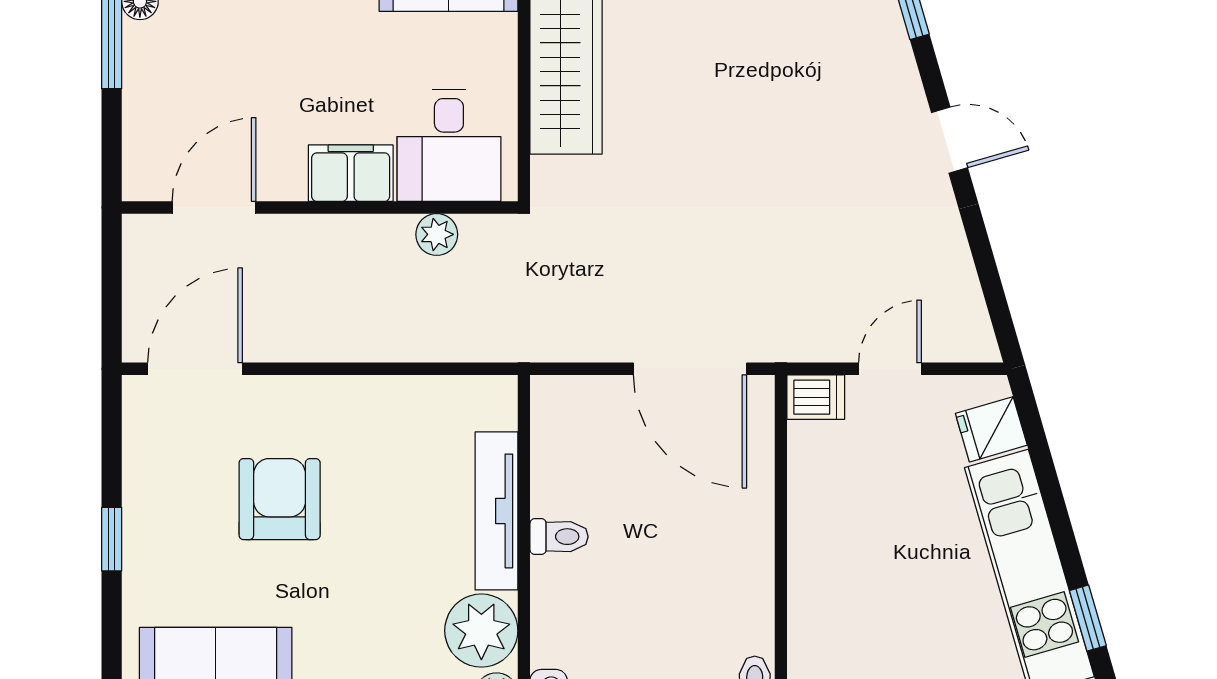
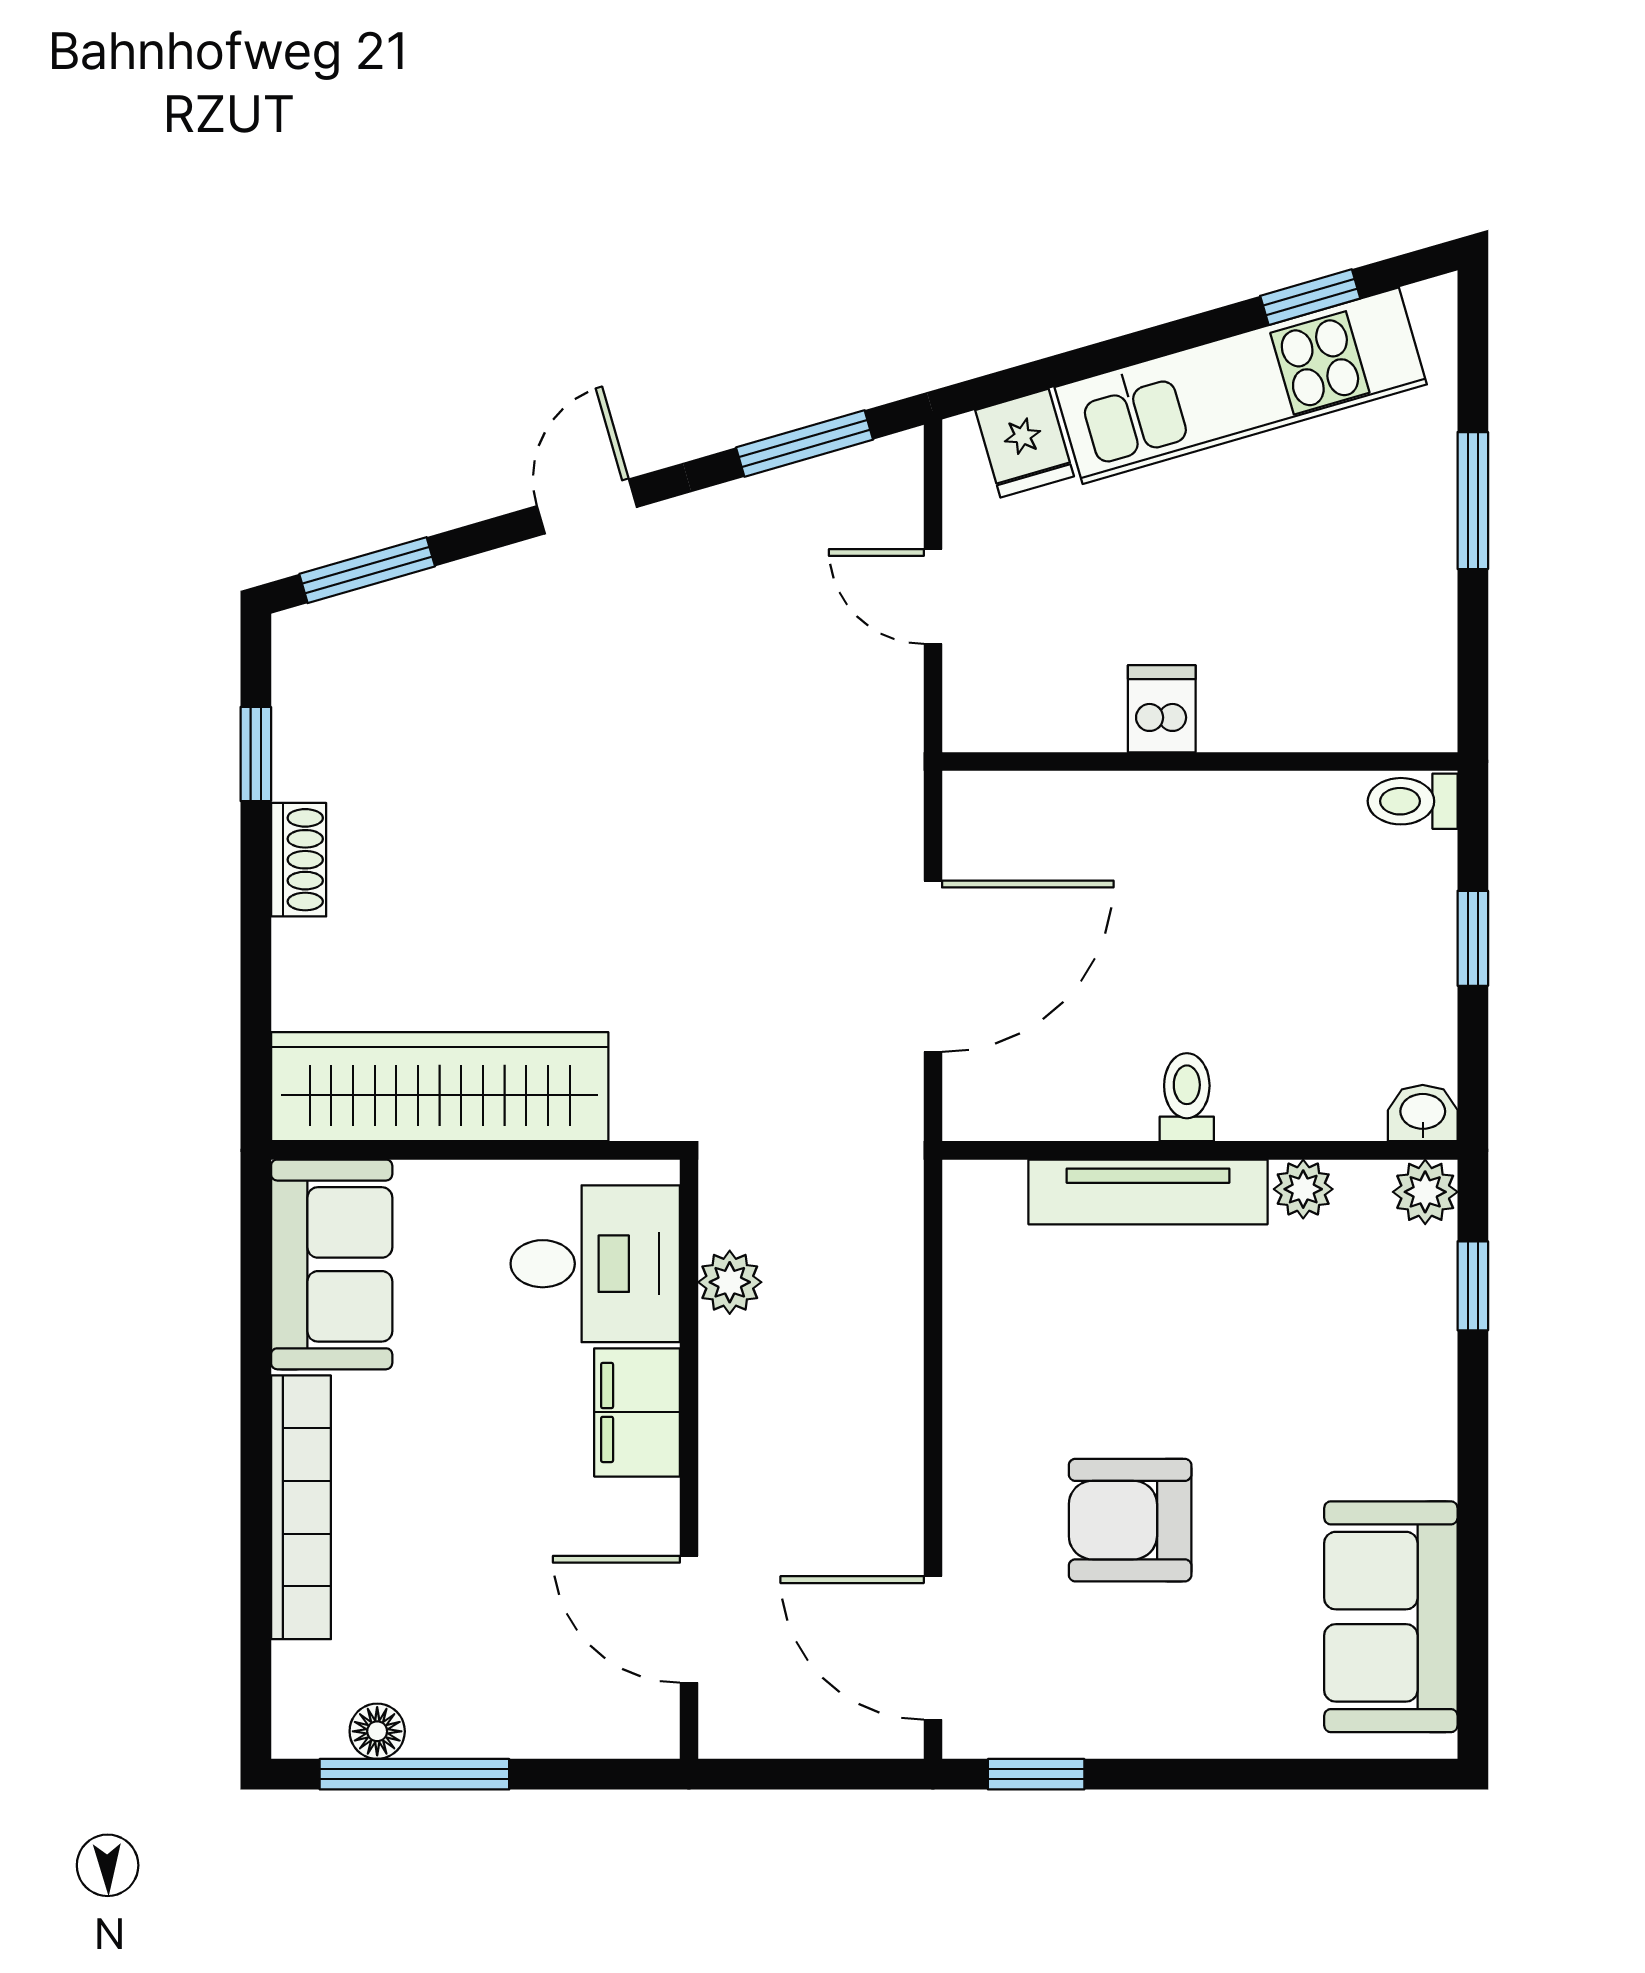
window: (991, 284) -> (805, 443), added
door: (690, 369) -> (933, 966), moved
dishwasher: (816, 397) -> (1162, 709), moved
window: (112, 539) -> (1036, 1774), moved
plant: (481, 631) -> (1303, 1189), width x0.53, depth x0.53

